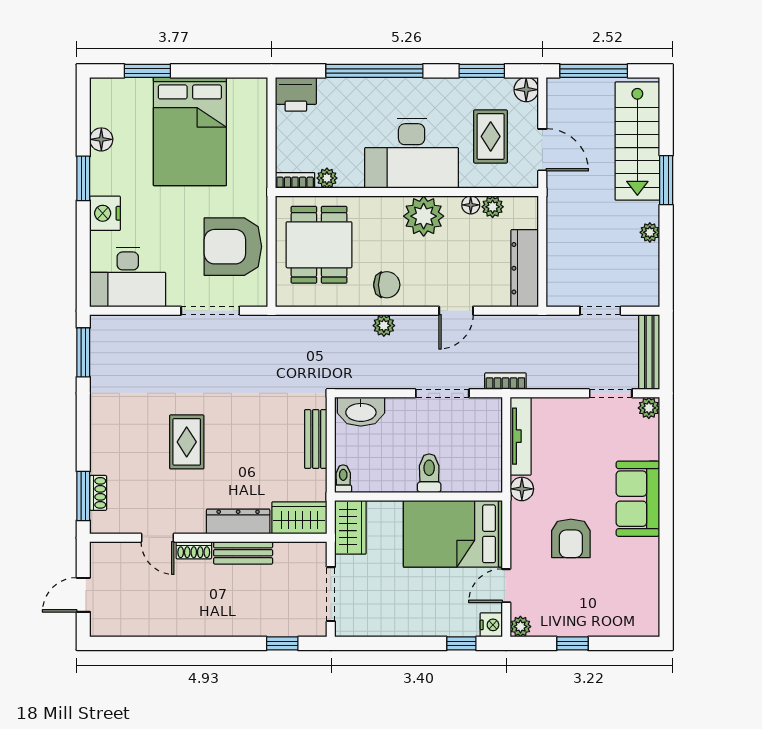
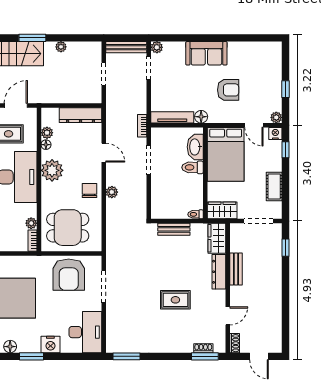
washbasin: (361, 412) -> (195, 147), moved, turned 180
shoe rack: (194, 550) -> (235, 343), moved
cot: (394, 623) -> (274, 186), added

